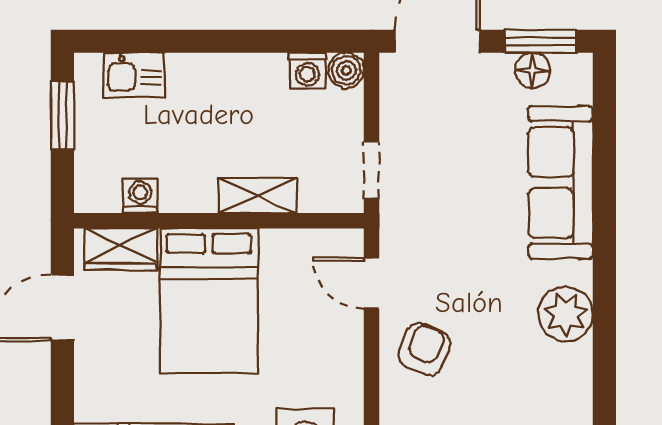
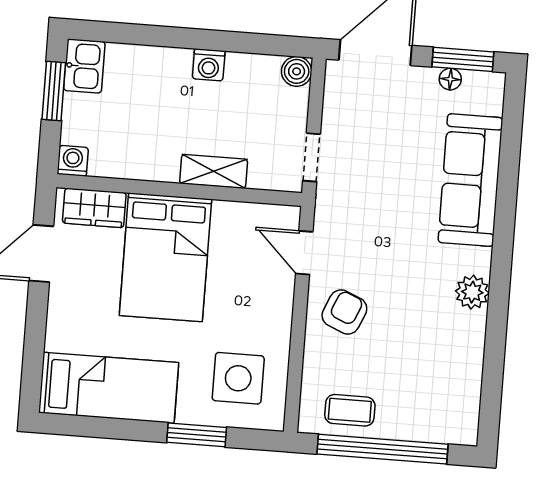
floor lamp: (532, 70) -> (450, 79), width x0.73, depth x0.73
washing machine: (307, 71) -> (209, 65), moved
kitchen sink: (134, 75) -> (84, 66), moved, turned -90
washing machine: (140, 196) -> (73, 161), moved
plant: (566, 314) -> (472, 292), width x0.73, depth x0.73

